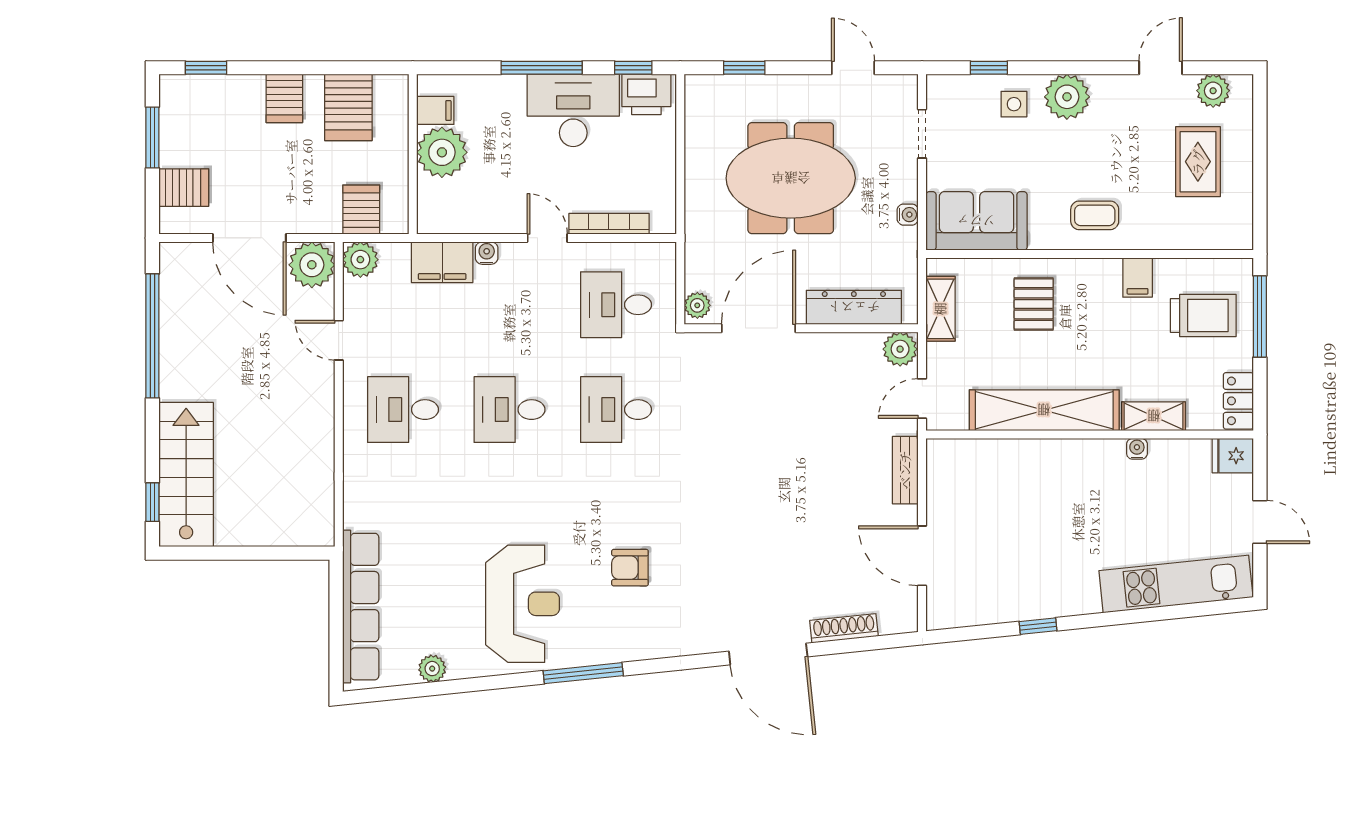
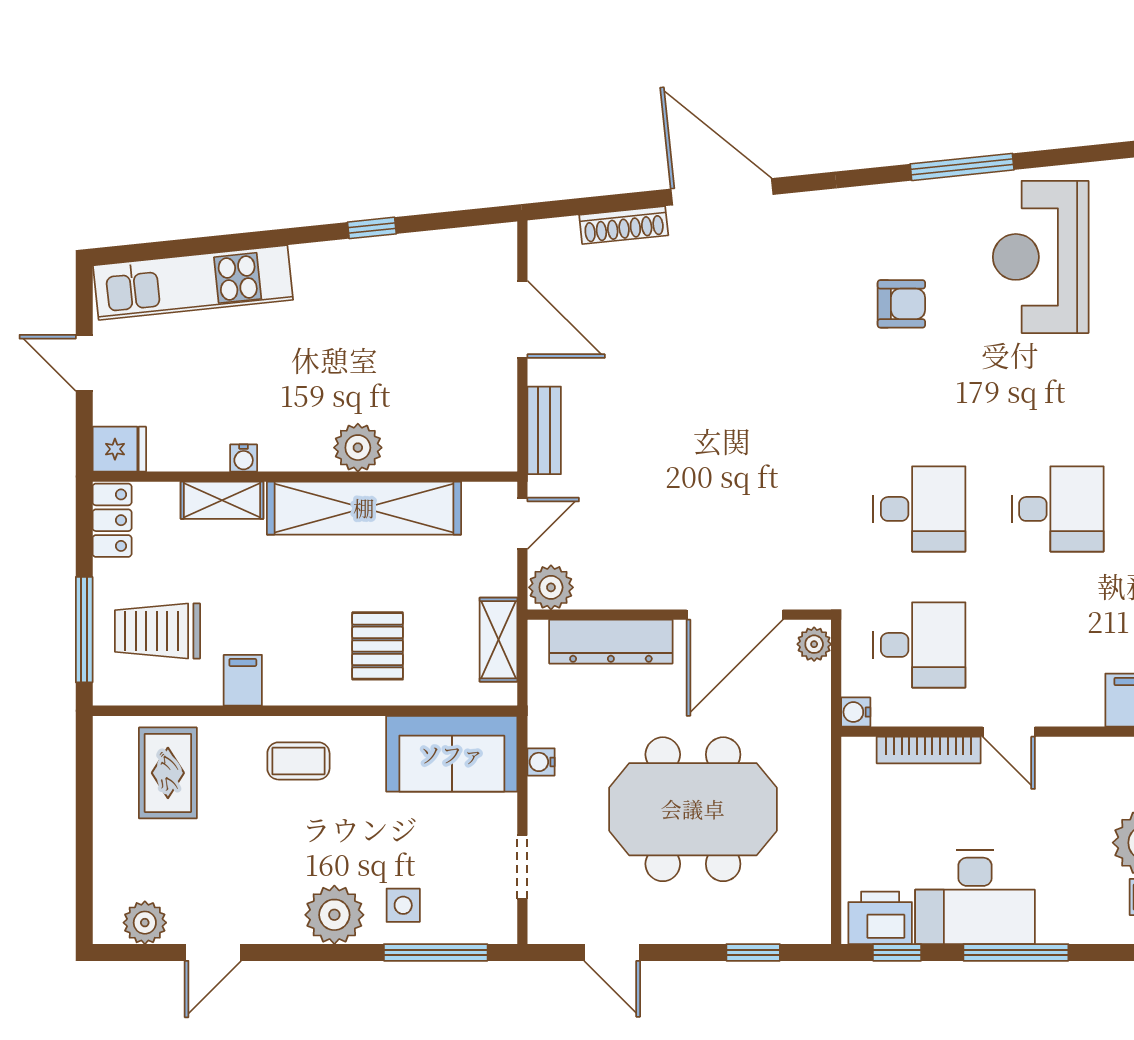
window: (989, 68) -> (436, 952), width x2.17
rug: (1198, 162) -> (168, 773), moved
water cooler: (487, 253) -> (856, 712), moved, turned 90
plant: (1049, 457) -> (358, 448), added

